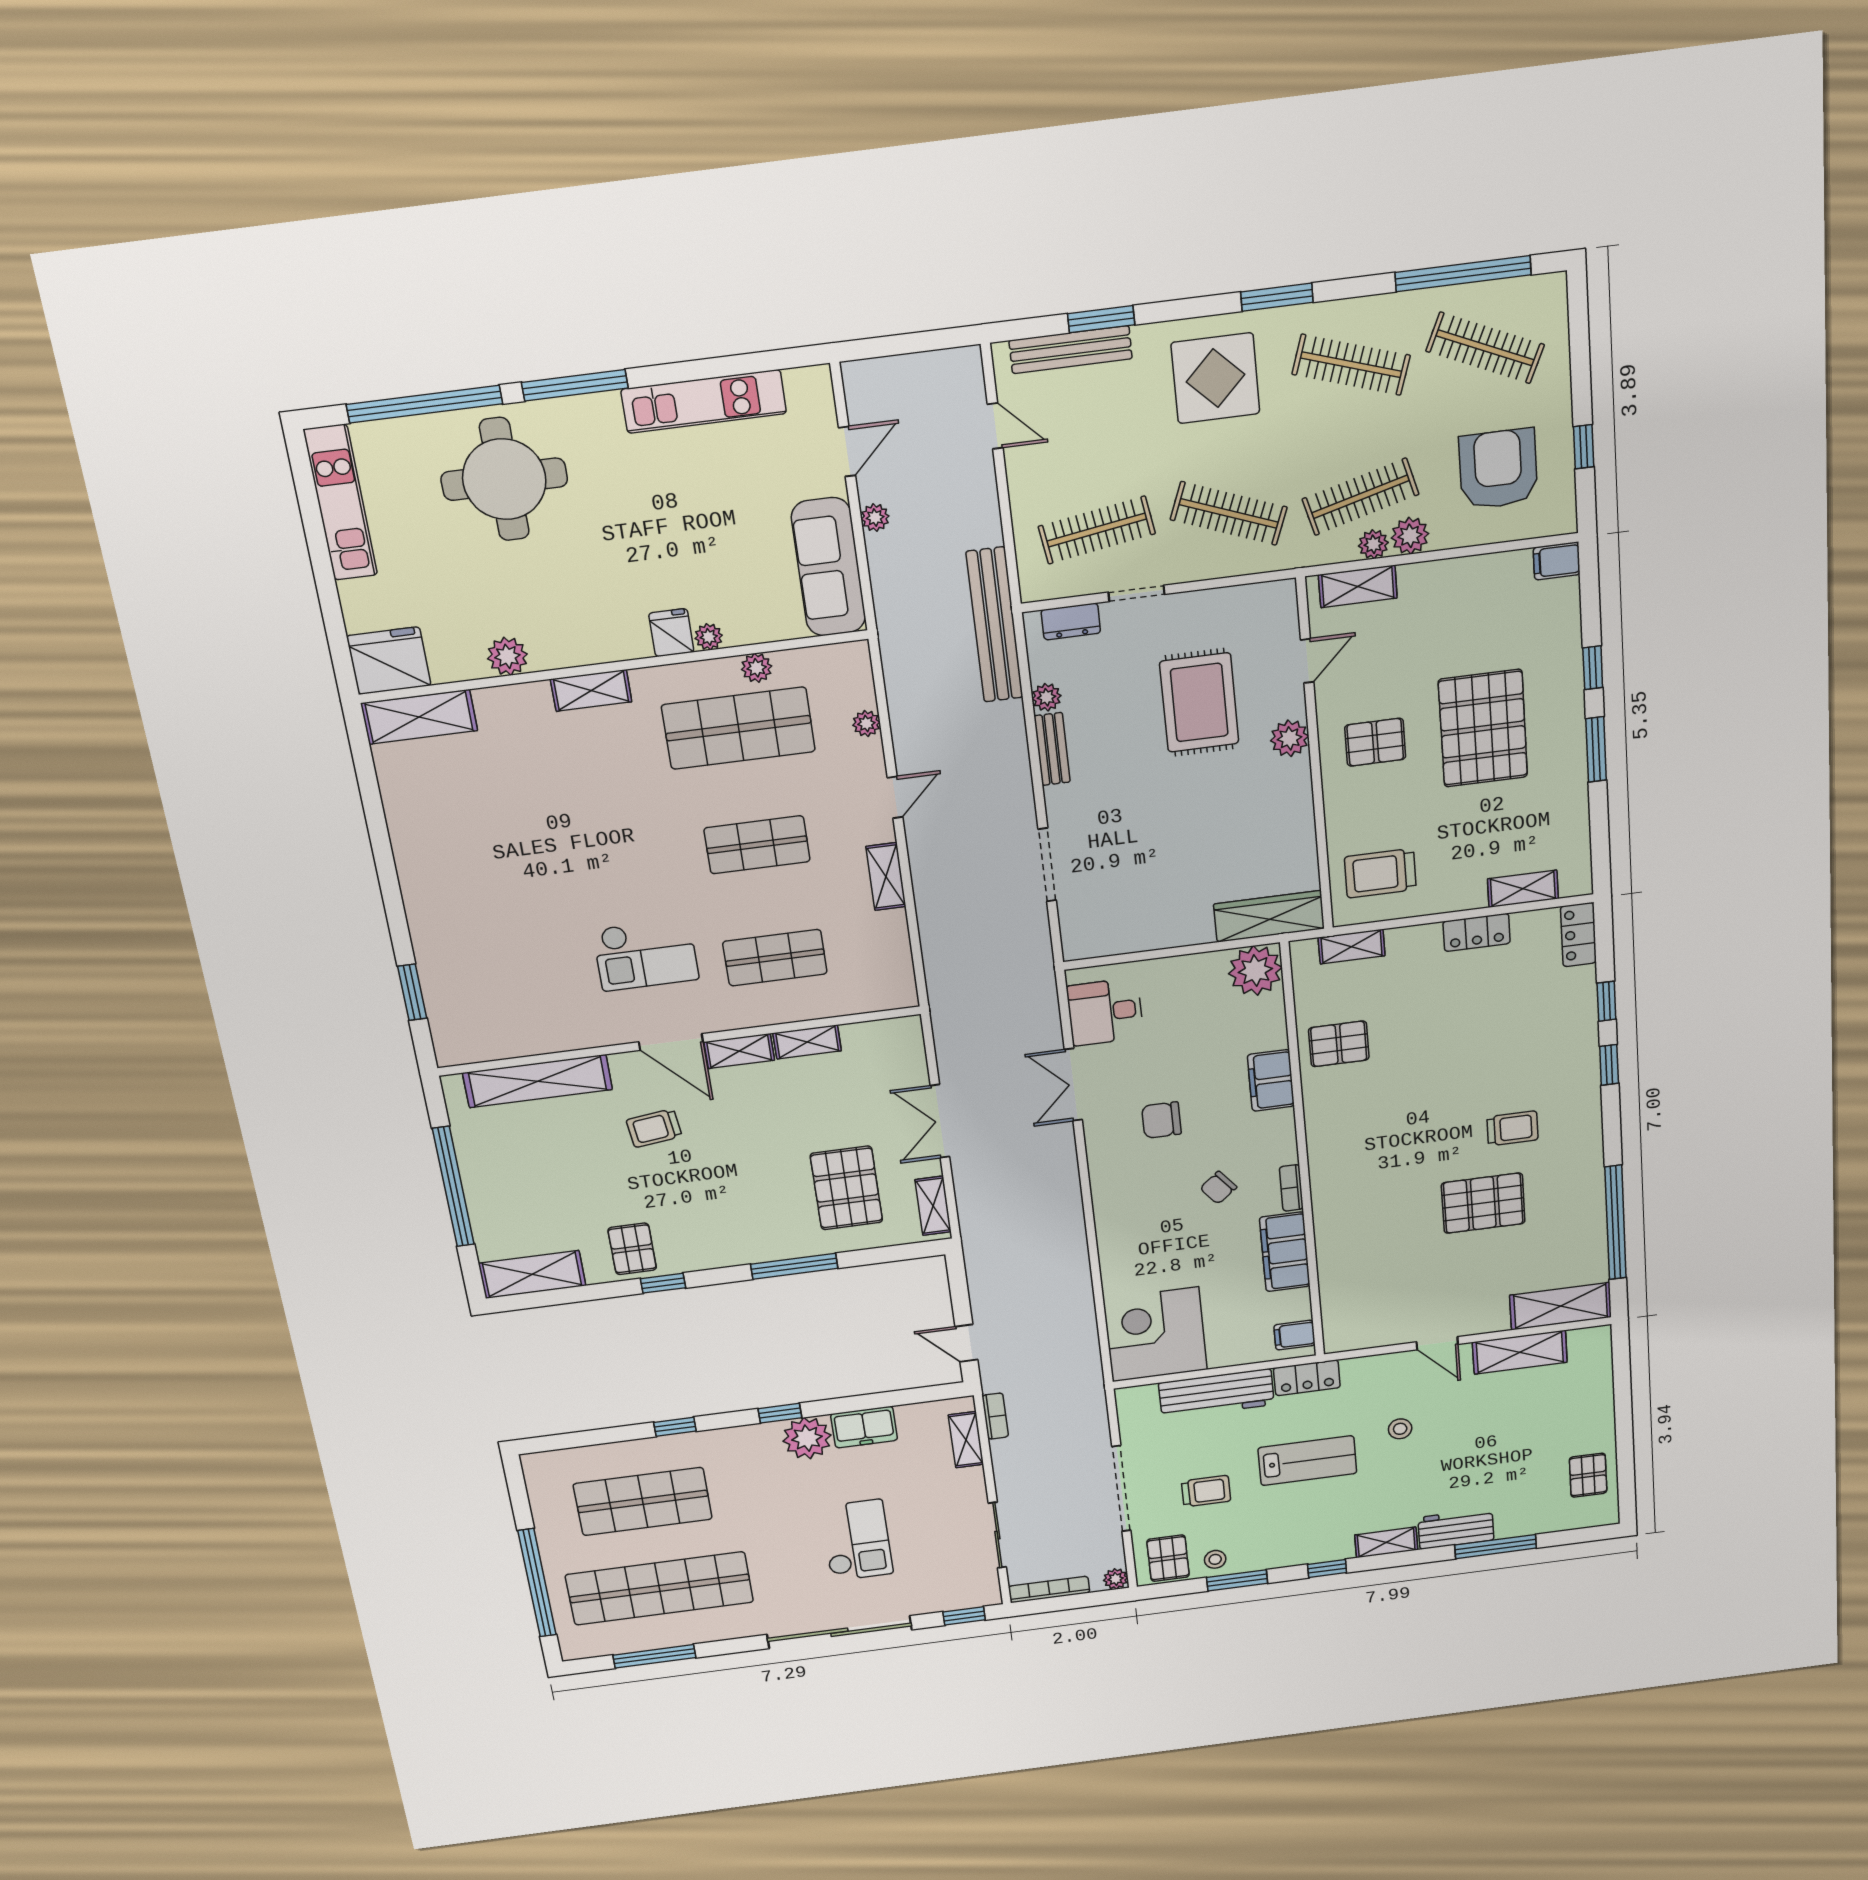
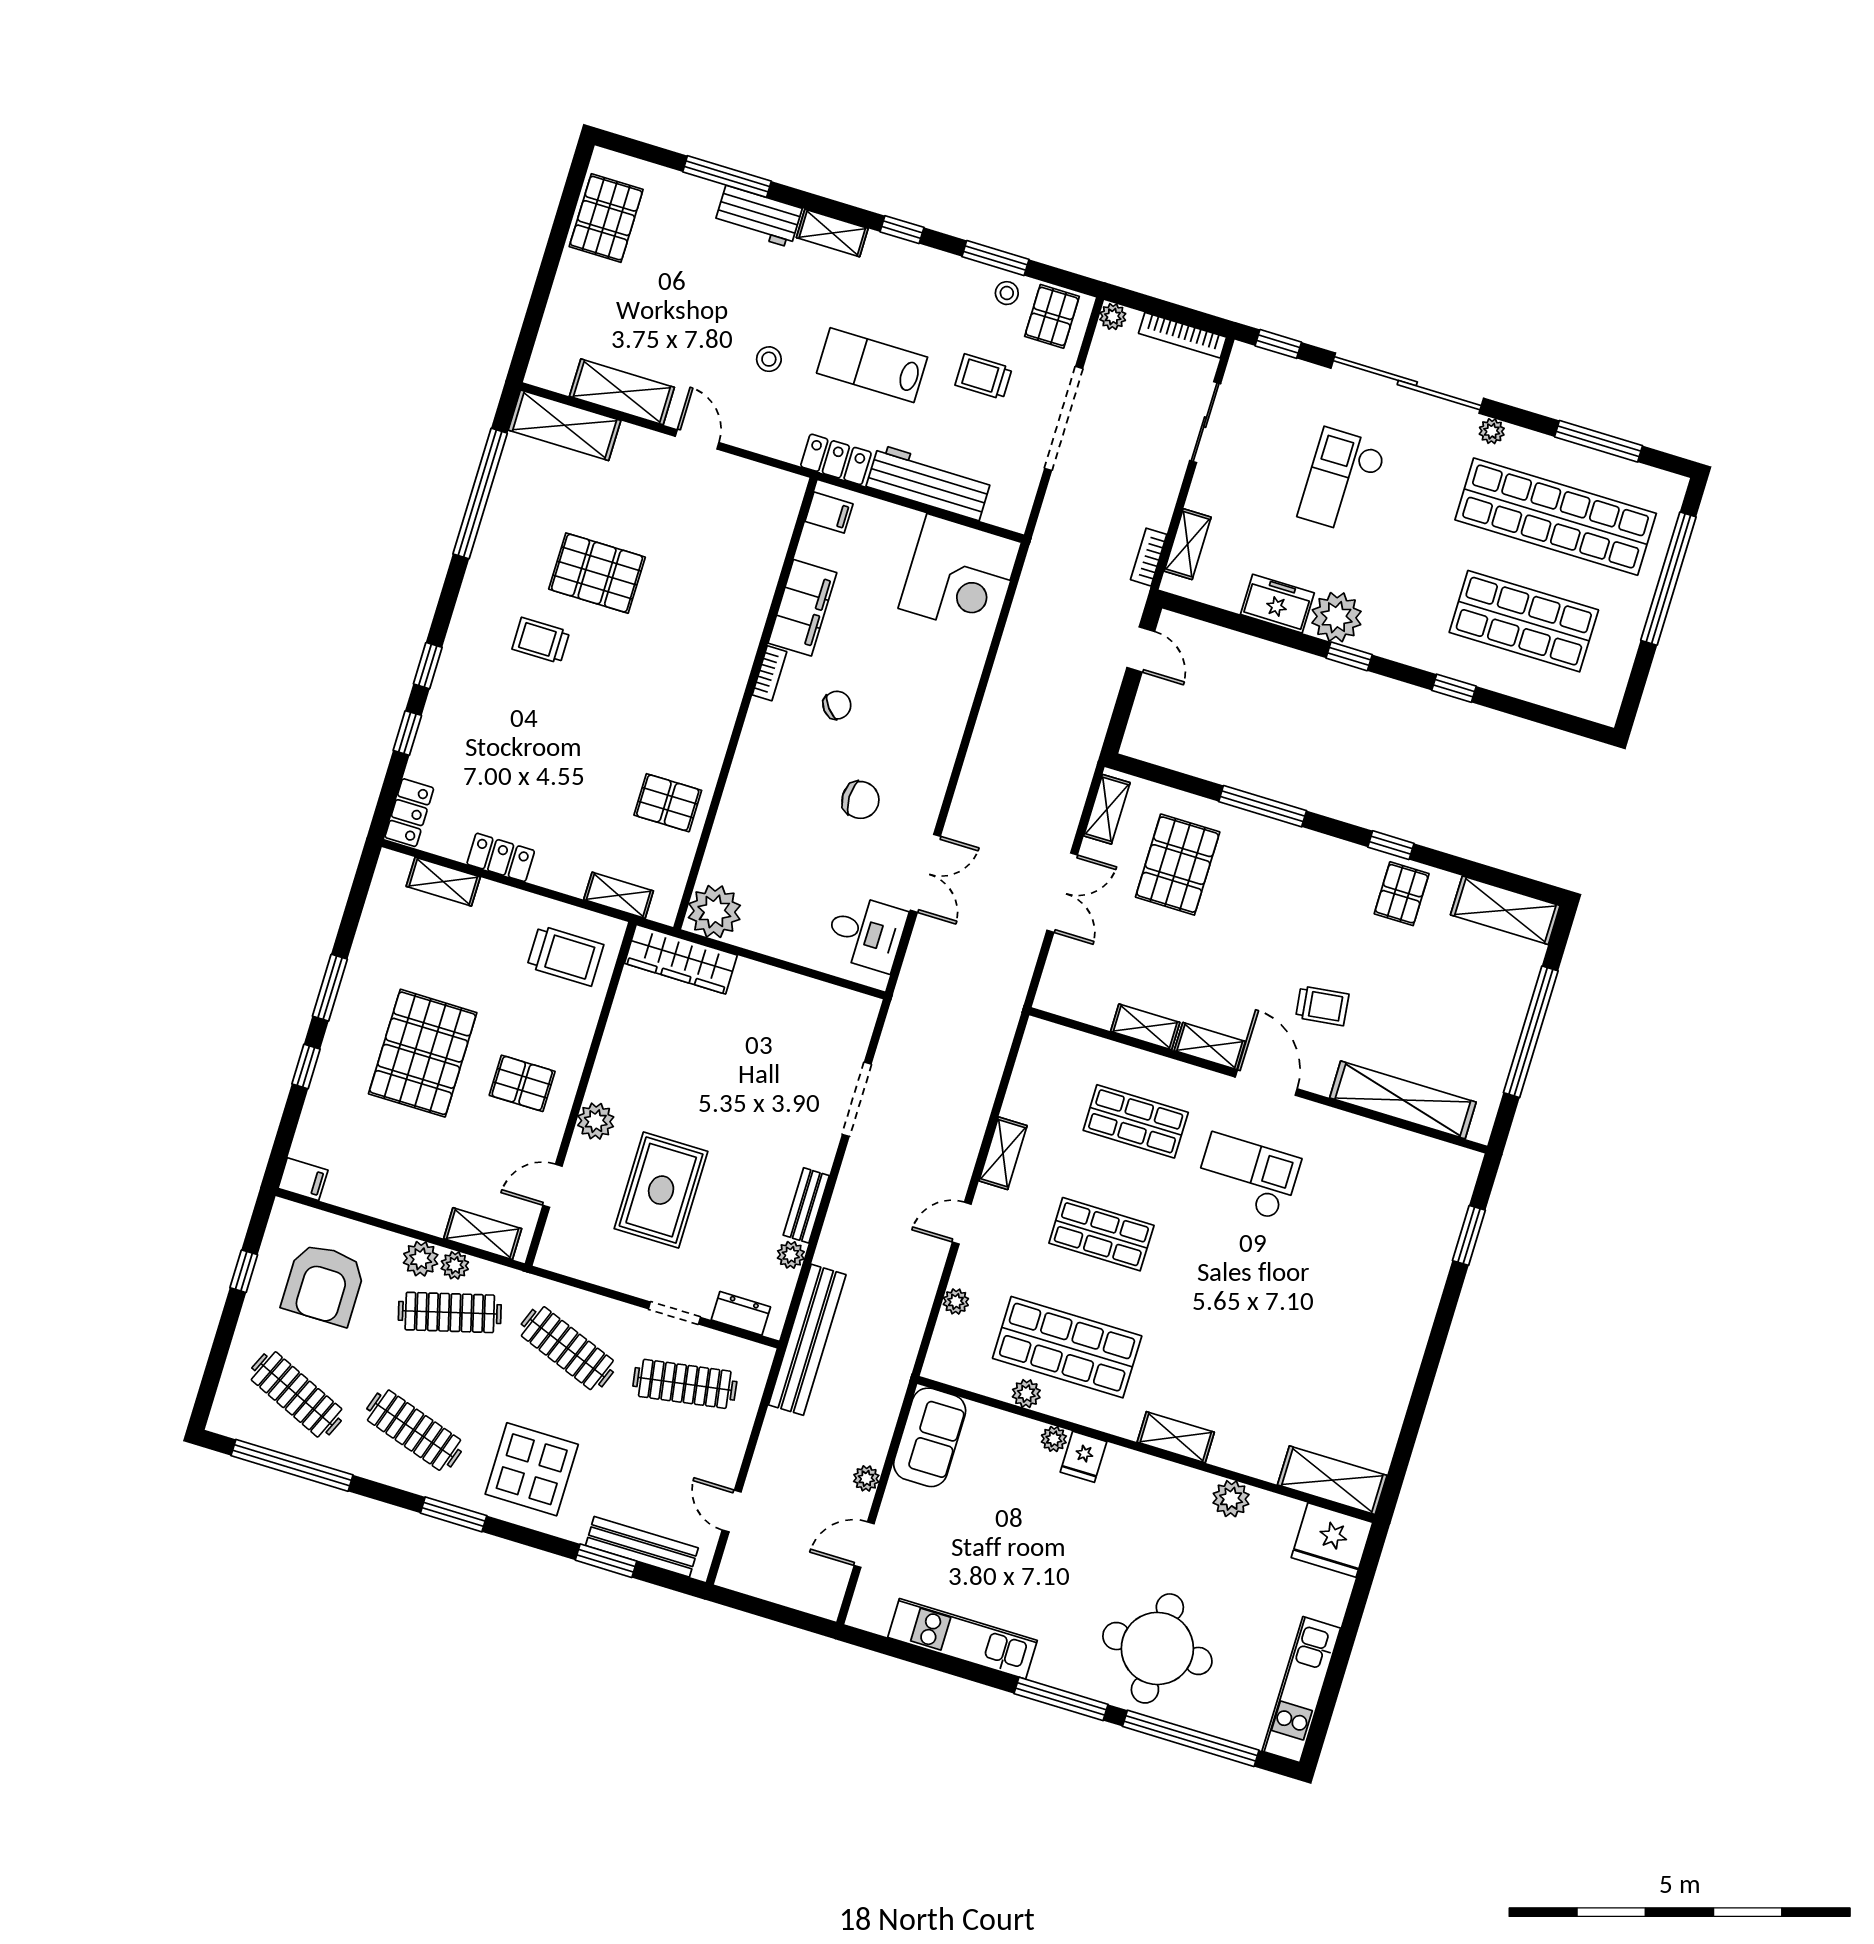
sofa: (829, 567) -> (930, 1437), width x0.73
filing cabinet: (1271, 1080) -> (744, 794), removed
pallet: (1588, 1475) -> (606, 218), width x1.50, depth x1.42
plant: (749, 1627) -> (1492, 431), added

